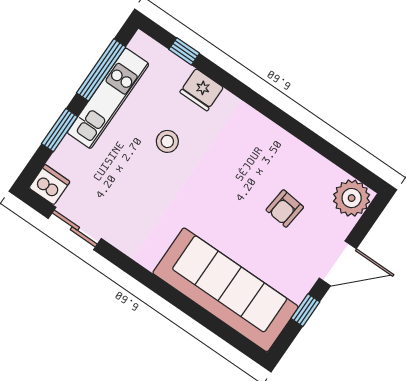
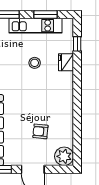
window: (101, 70) -> (45, 14), width x0.69

